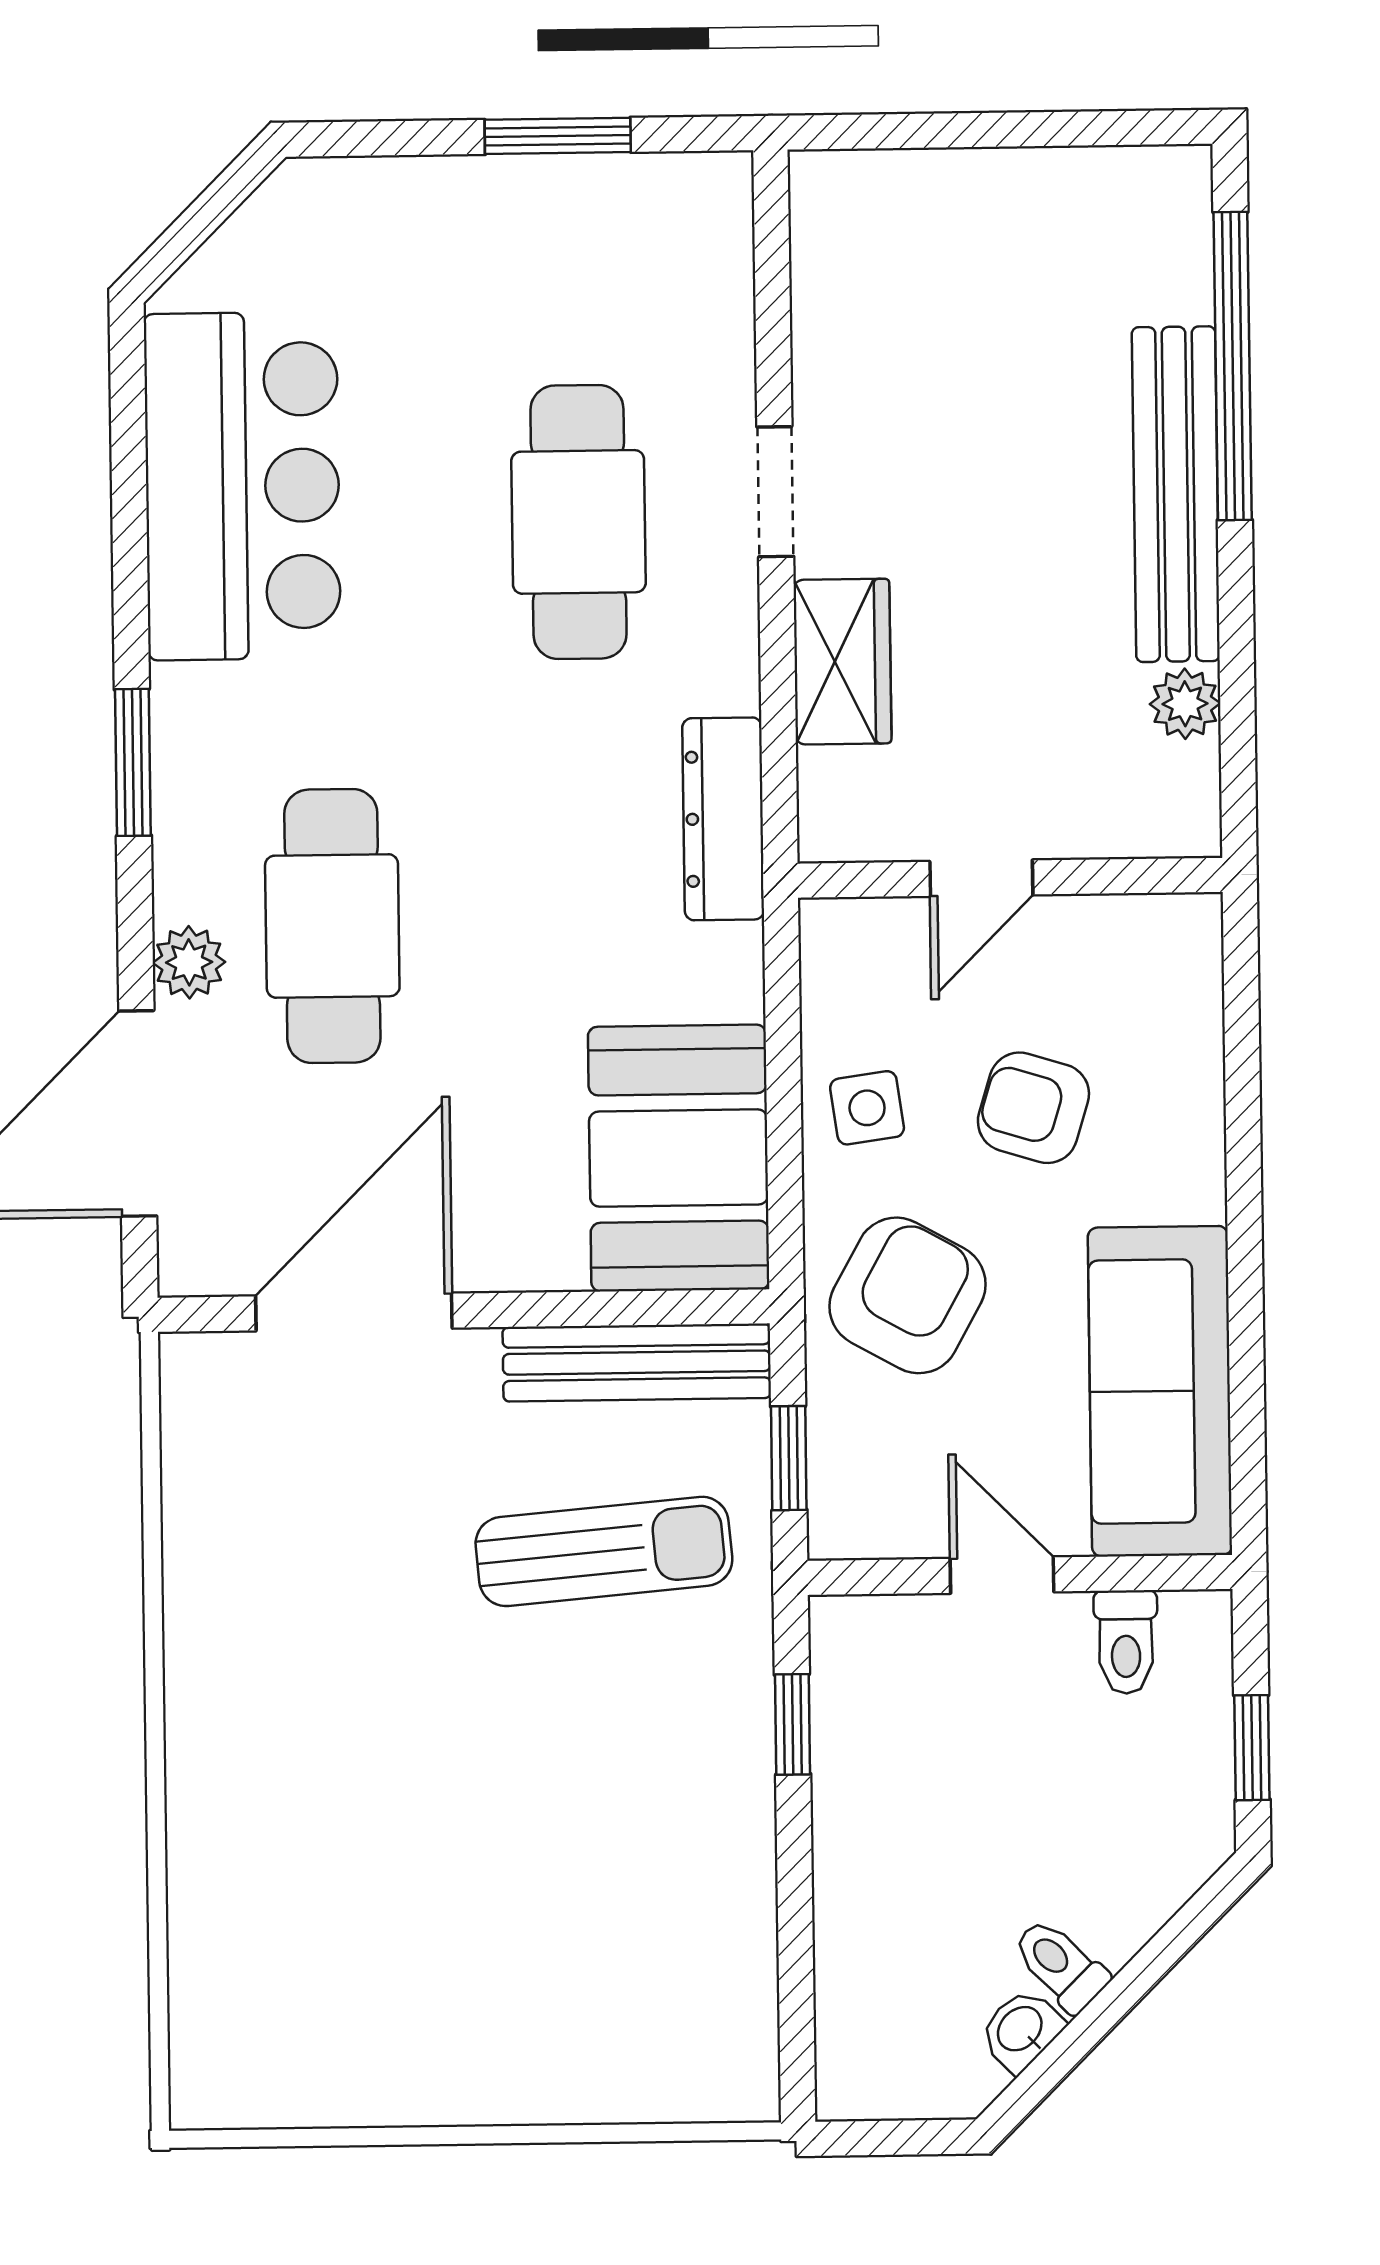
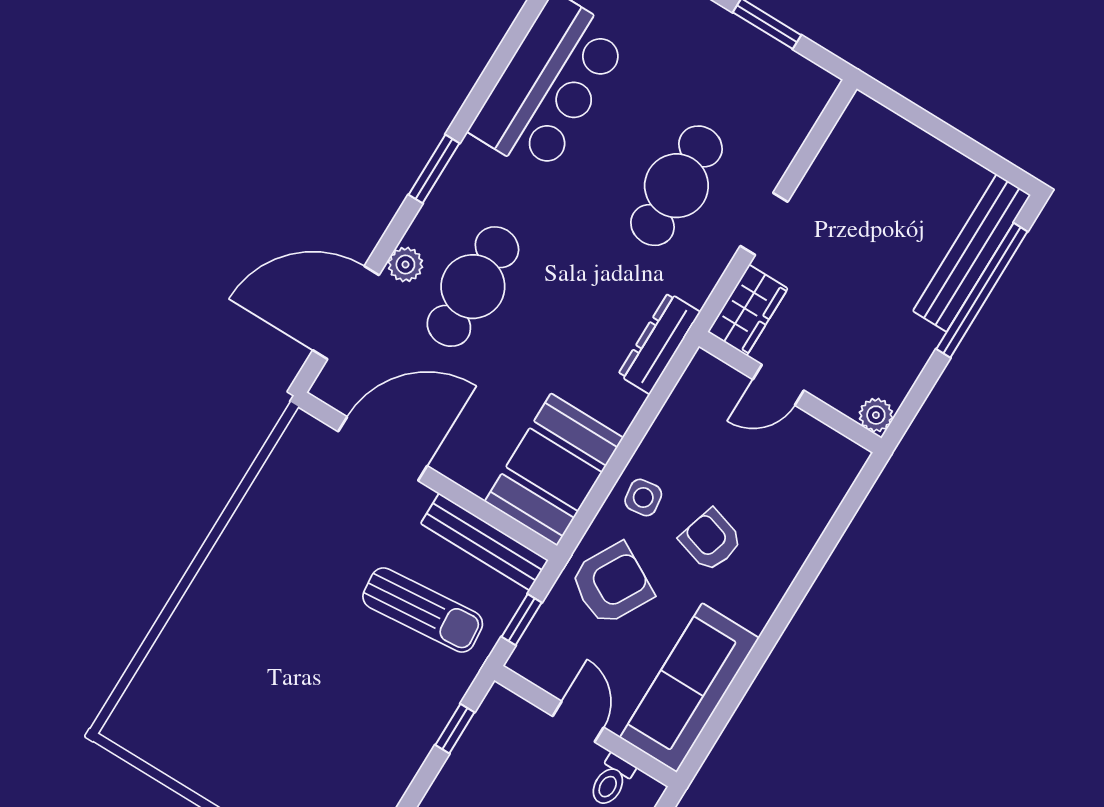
bench: (1176, 494) -> (972, 253), moved
door: (981, 878) -> (778, 385), moved
wall: (1010, 878) -> (790, 392), moved

